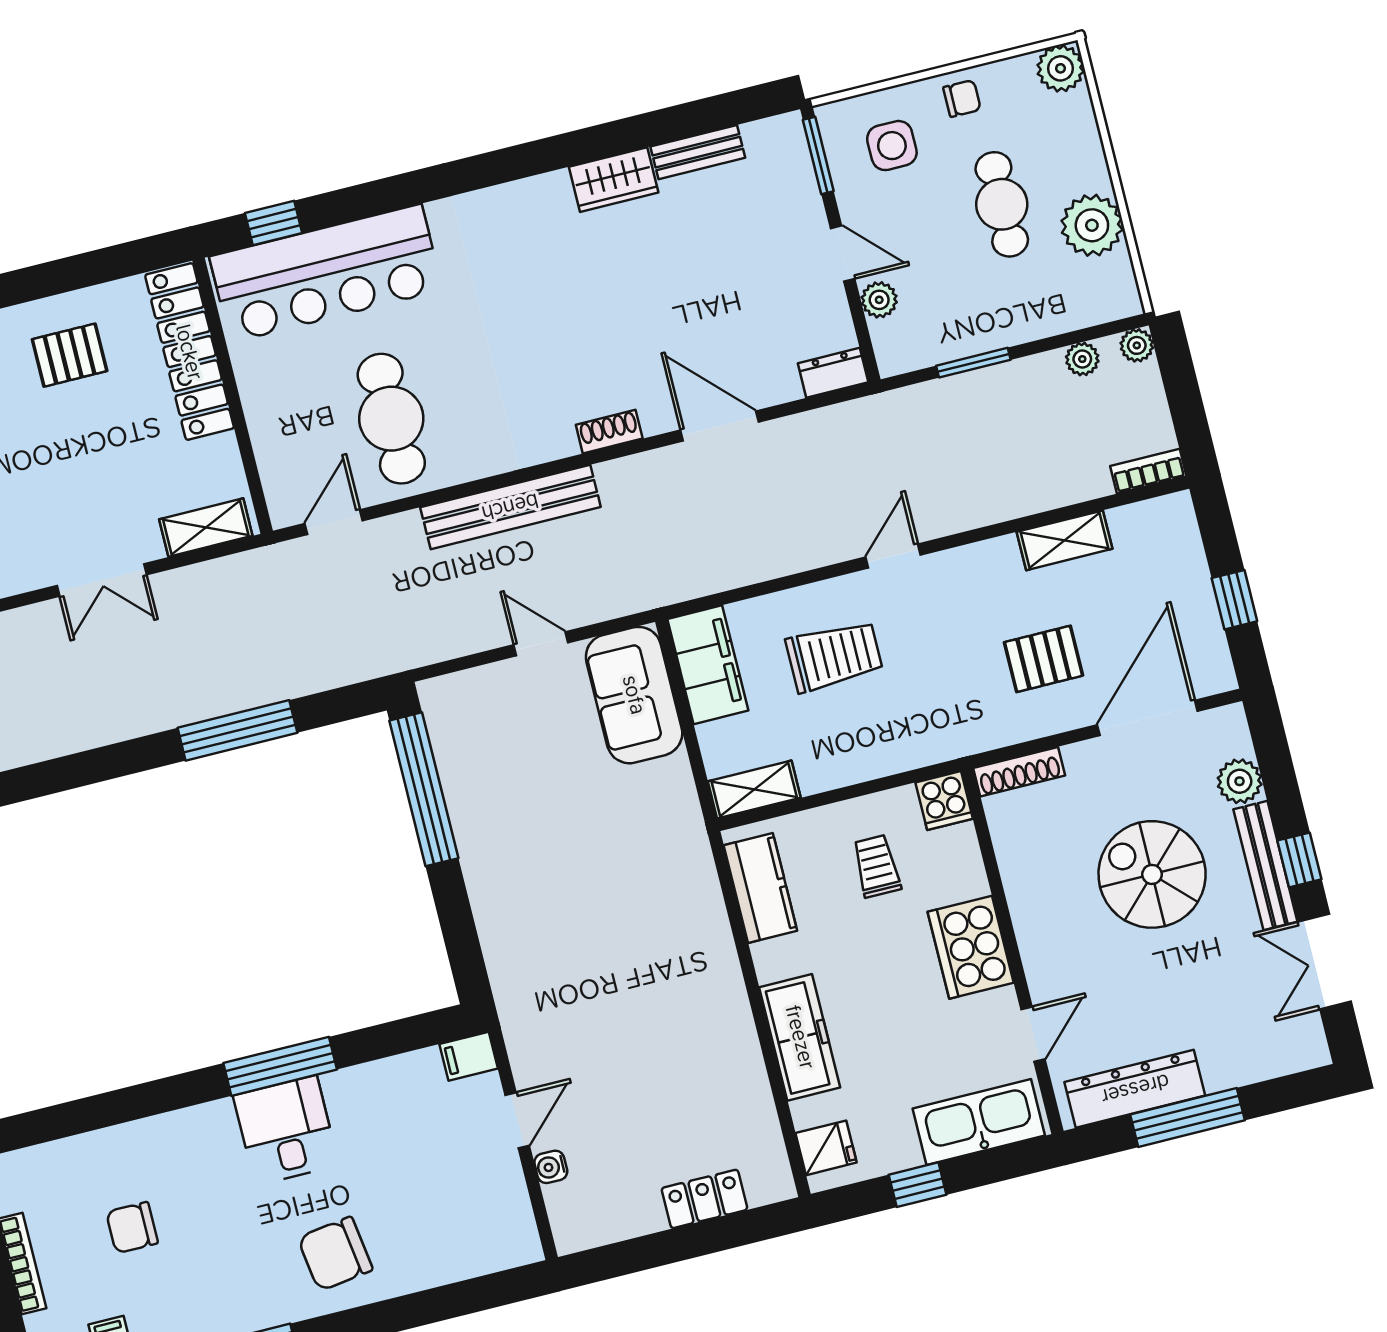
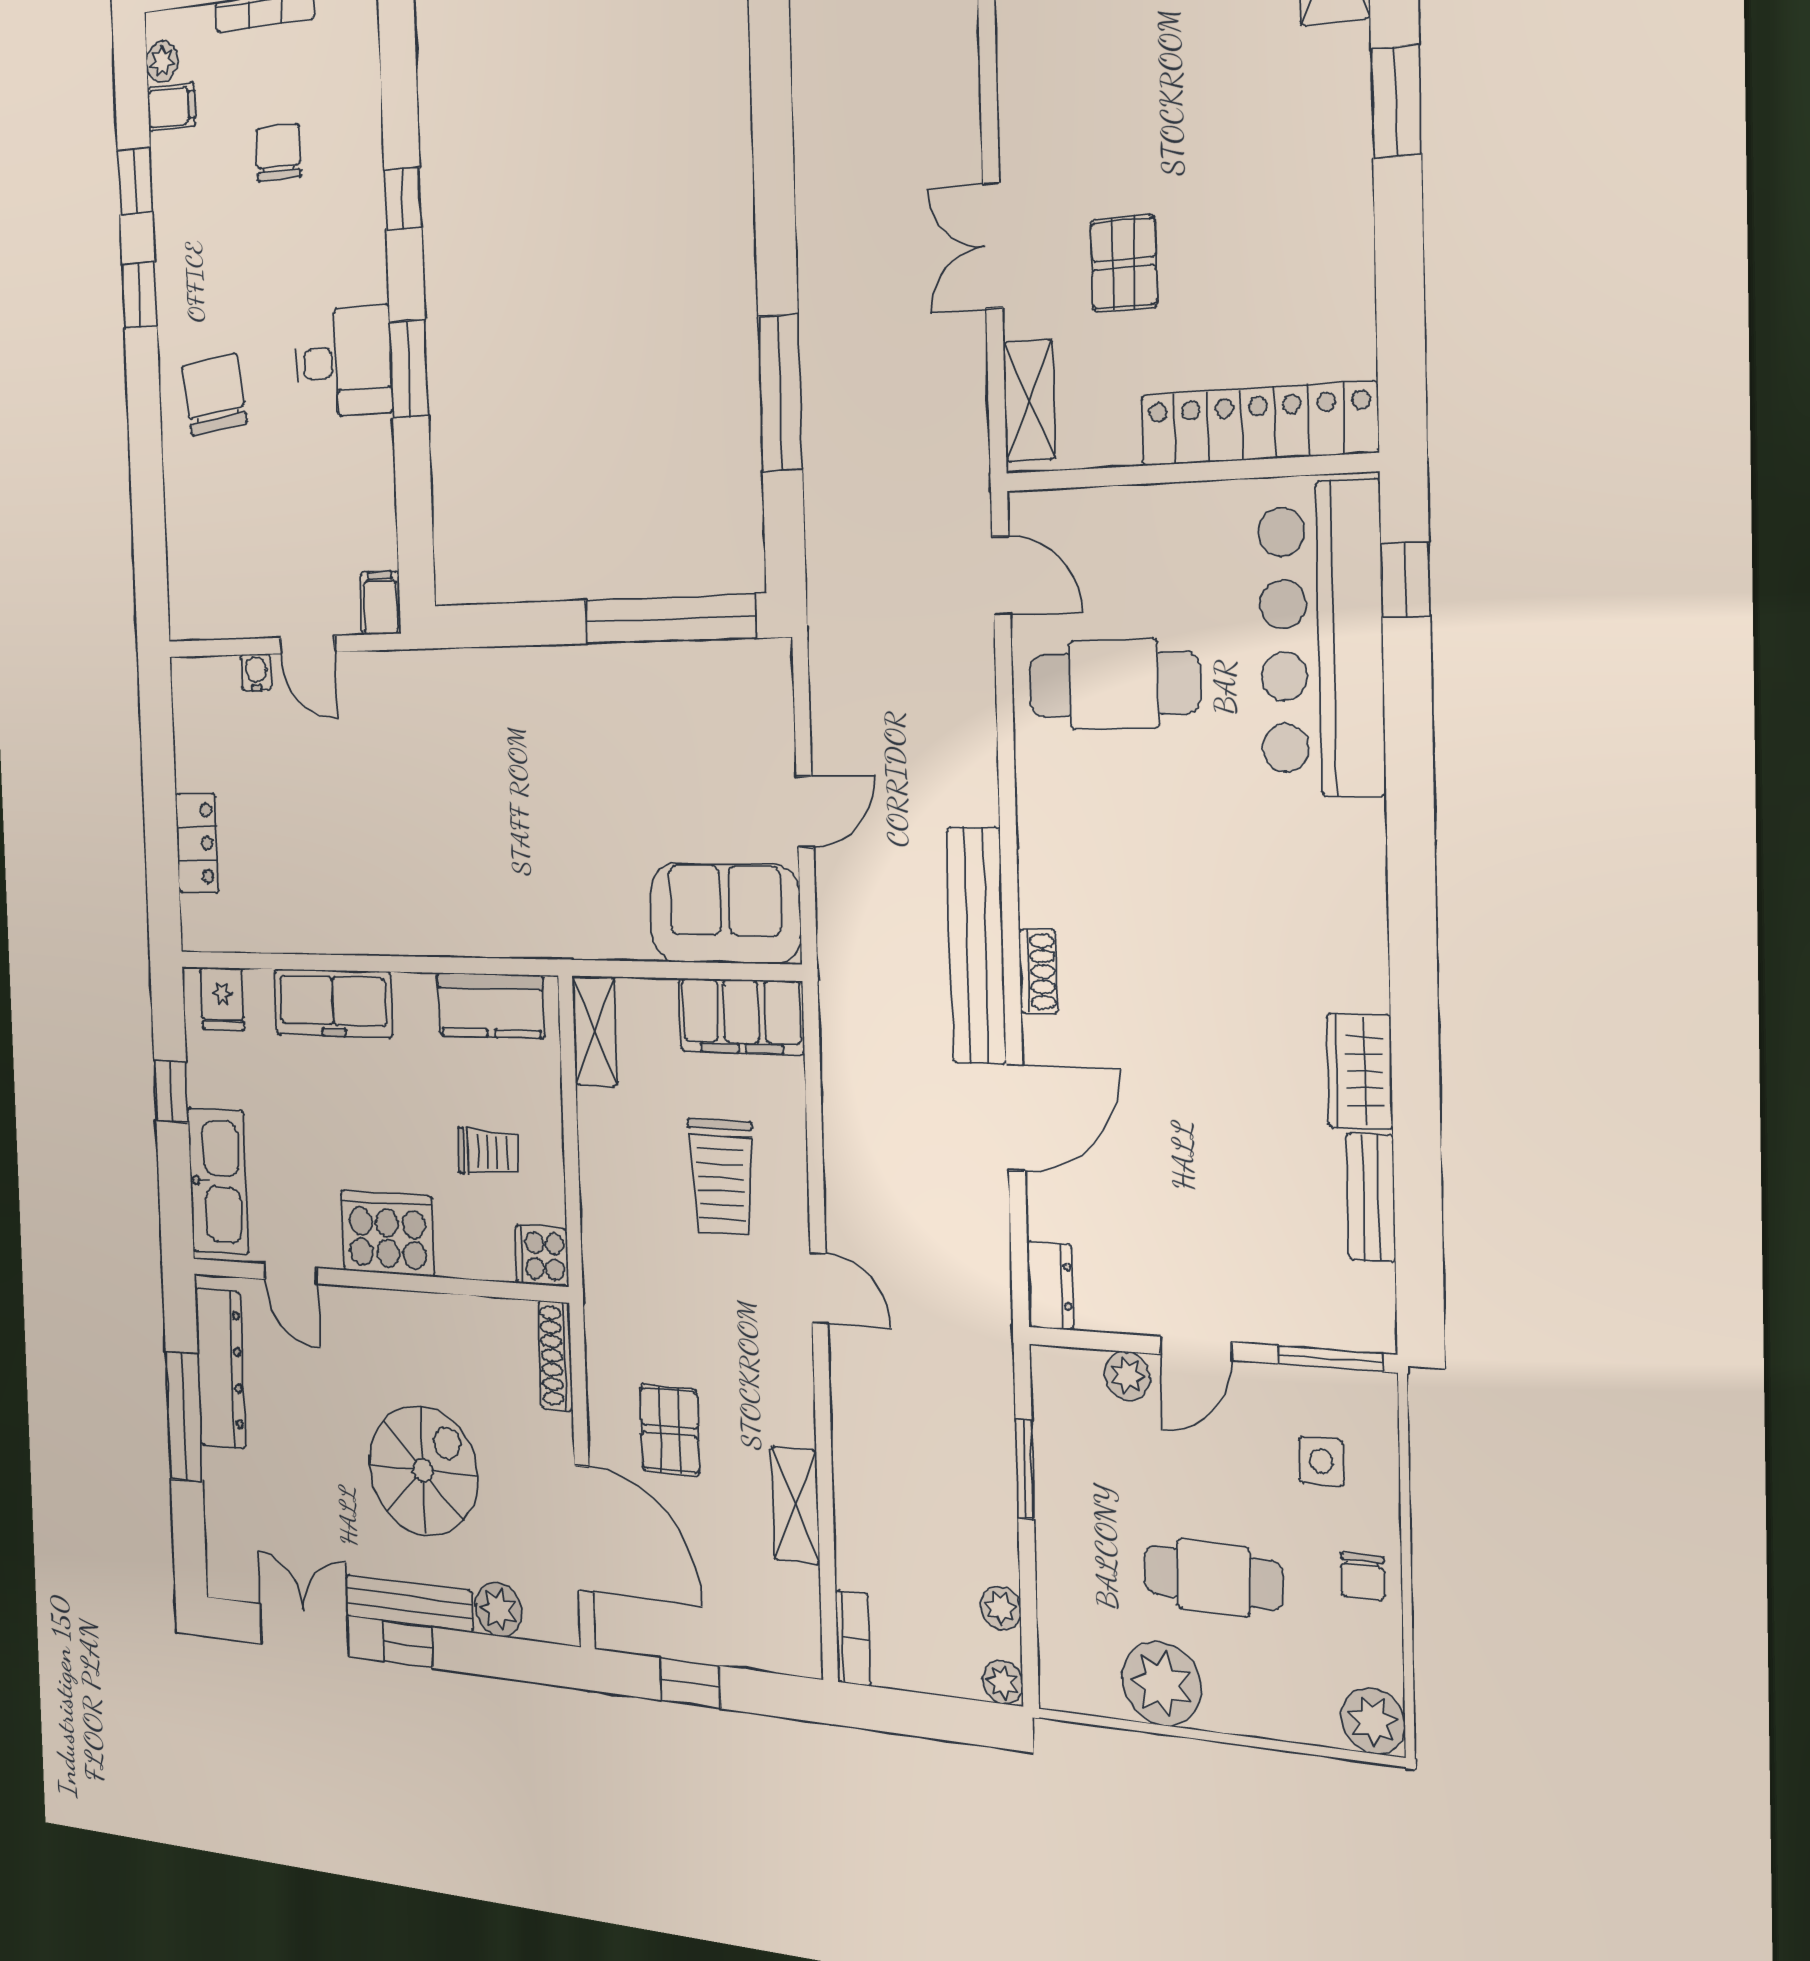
side table: (892, 146) -> (1321, 1461), width x0.73, depth x0.73
pallet: (70, 355) -> (1124, 263), moved
bench: (510, 507) -> (976, 946), moved
window: (280, 1066) -> (409, 369), width x0.69
window: (149, 1099) -> (403, 199), added

